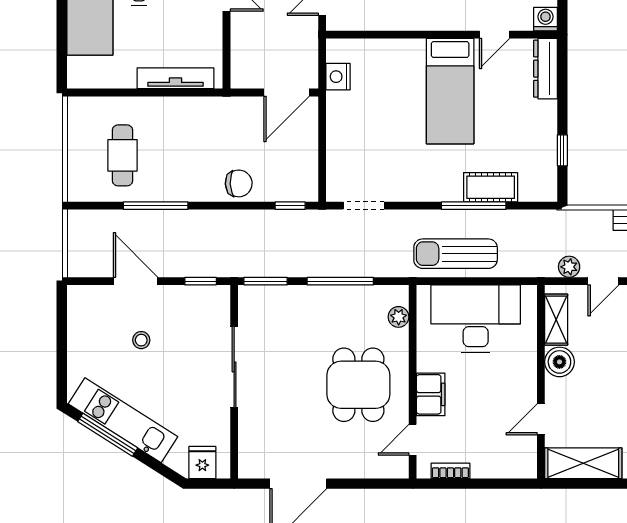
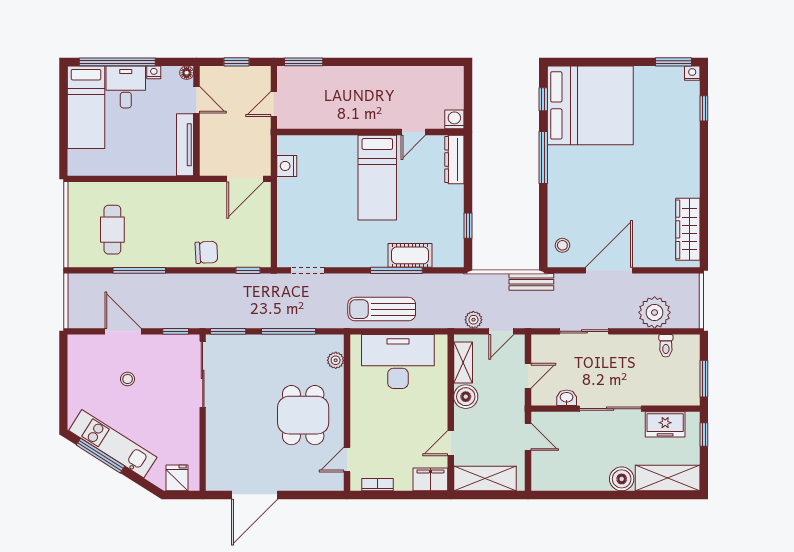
tv unit: (175, 78) -> (185, 145), moved, turned -90
sliding door: (234, 367) -> (203, 374), moved
filing cabinet: (431, 394) -> (430, 479), moved, turned -90

